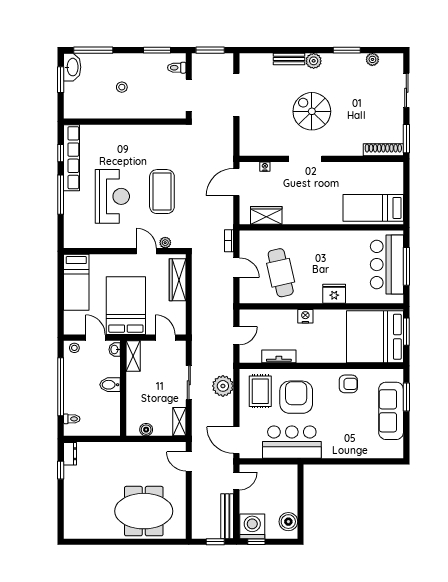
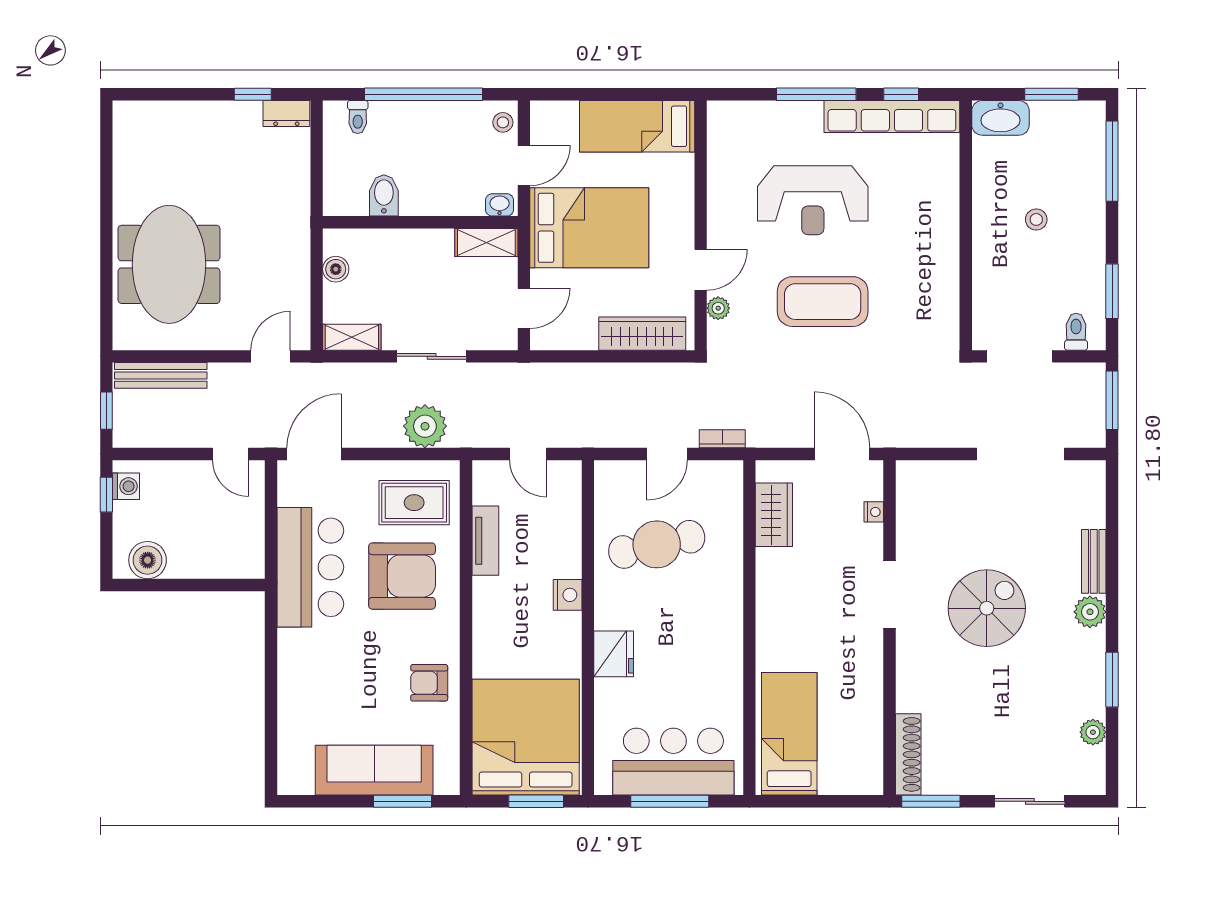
washbasin: (72, 67) -> (1000, 118), moved
armchair: (348, 384) -> (429, 683), turned 90
bidet: (110, 385) -> (384, 195), moved
bench: (227, 516) -> (161, 375), moved
washing machine: (252, 526) -> (126, 486), width x0.53, depth x0.53

